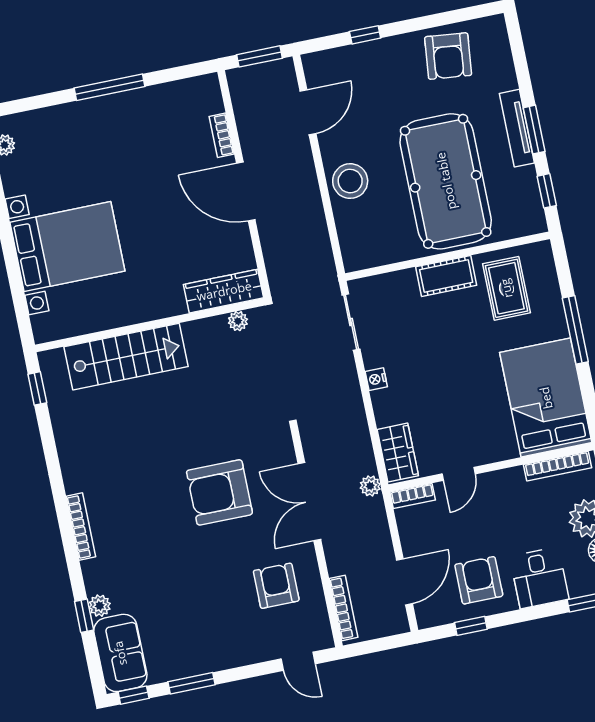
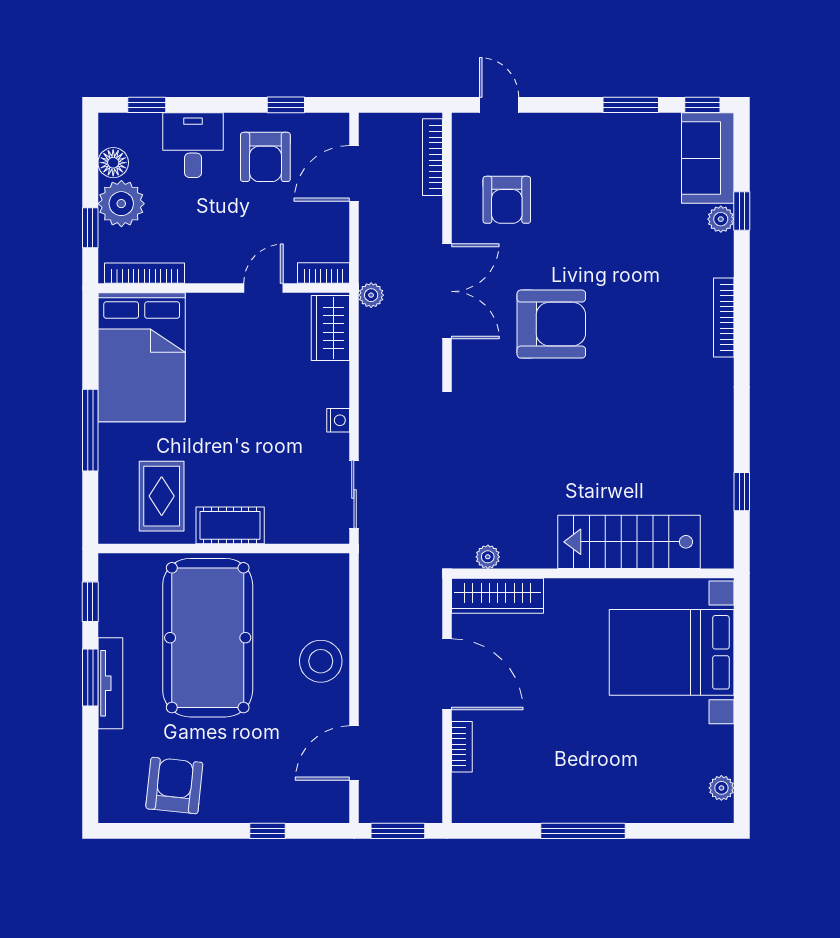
wardrobe: (224, 291) -> (498, 596), moved
plant: (238, 321) -> (488, 557), moved
wall: (150, 325) -> (593, 573), moved
stairs: (126, 357) -> (629, 542), moved

